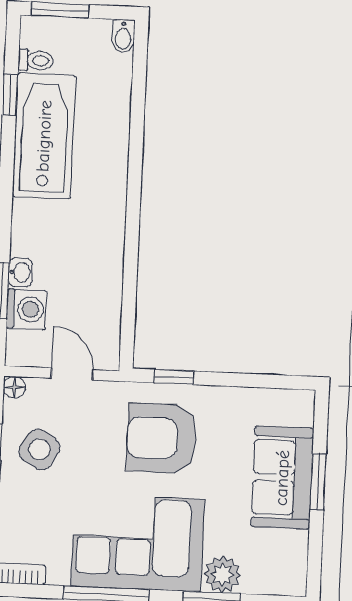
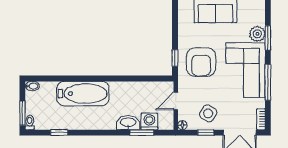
toilet: (36, 60) -> (30, 122), moved
bathtub: (44, 136) -> (83, 94), moved, turned 180
washbasin: (20, 272) -> (128, 123), width x1.91, depth x1.45

